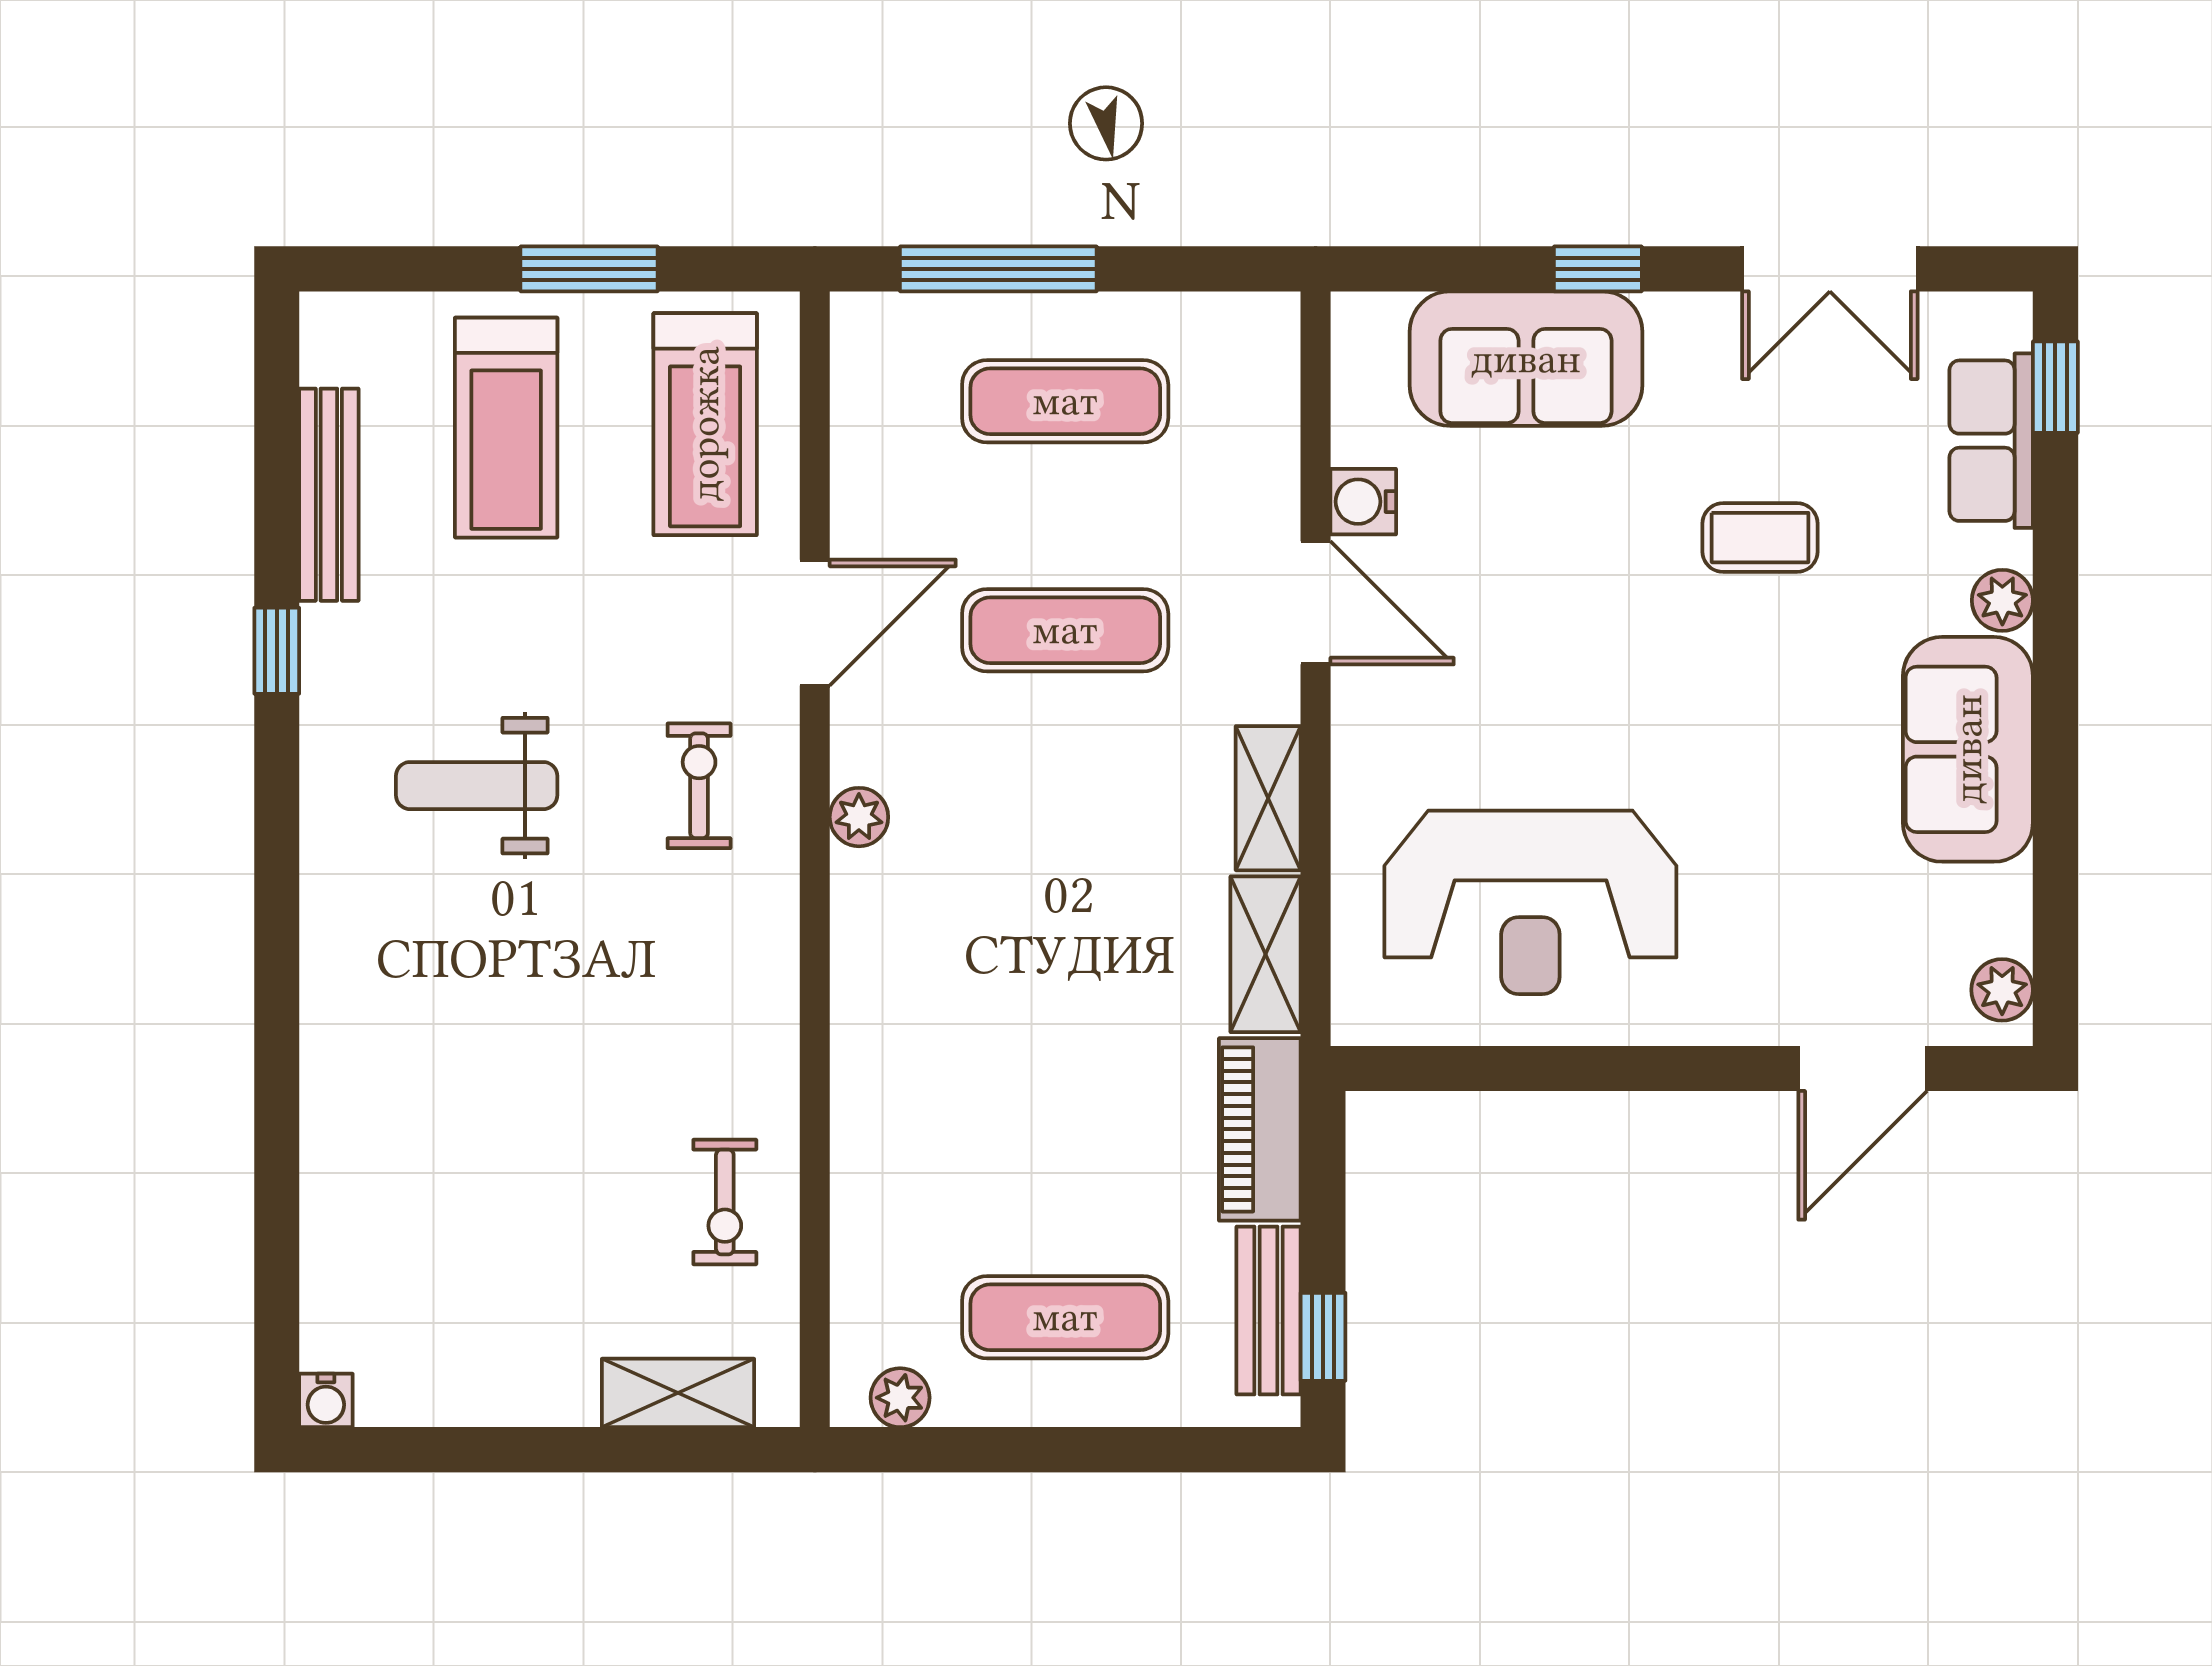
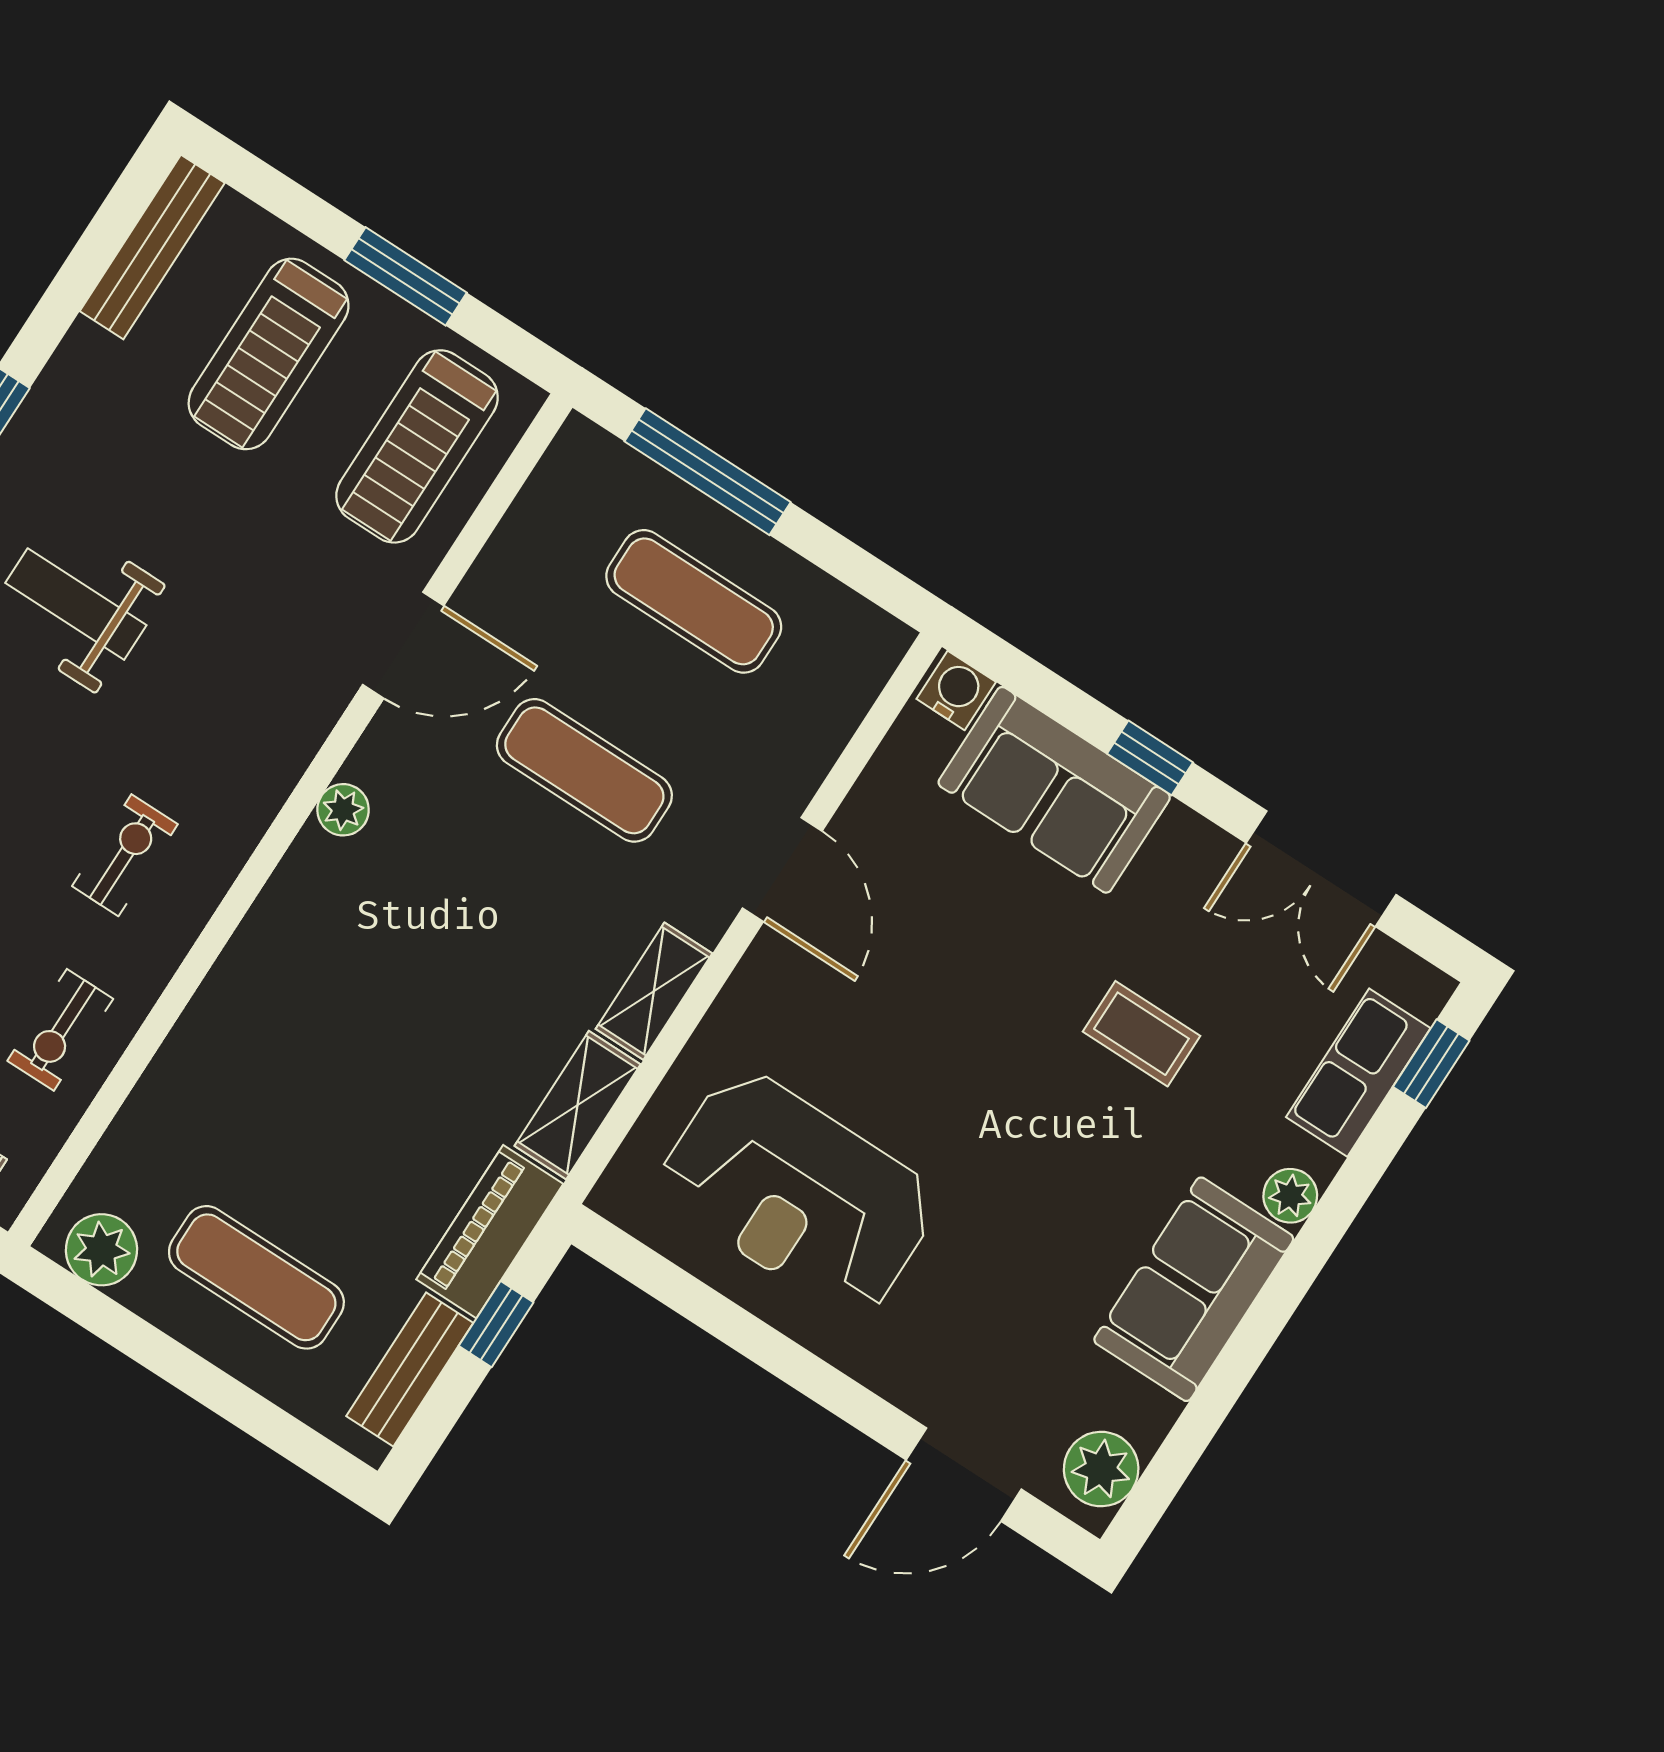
bench: (329, 495) -> (152, 247), moved
water cooler: (1363, 502) -> (956, 690), moved, turned 90
exercise bike: (699, 786) -> (125, 855), moved
plant: (2002, 990) -> (1101, 1469), width x1.38, depth x1.38
window: (1323, 1337) -> (496, 1324), moved
plant: (900, 1398) -> (101, 1250), width x1.38, depth x1.38

